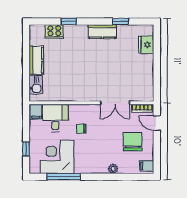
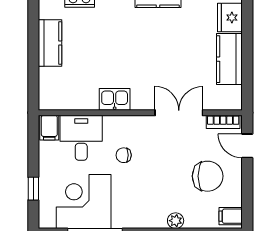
kitchen counter: (146, 70) -> (229, 59), added
kitchen sink: (36, 85) -> (115, 99), moved, turned -90
double door: (115, 103) -> (179, 113), swing flipped
chair: (133, 142) -> (208, 176), turned 90

